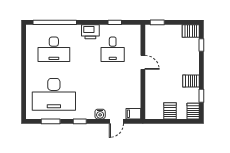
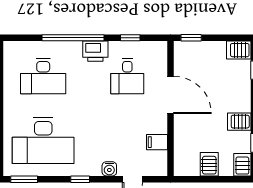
window: (55, 22) -> (73, 38), moved
door: (143, 62) -> (171, 95), width x1.88
filing cabinet: (133, 114) -> (157, 142), moved
window: (51, 121) -> (24, 179), moved

